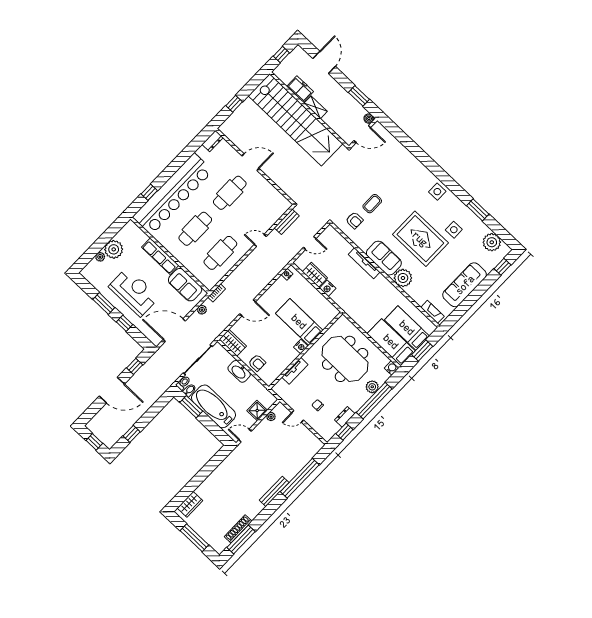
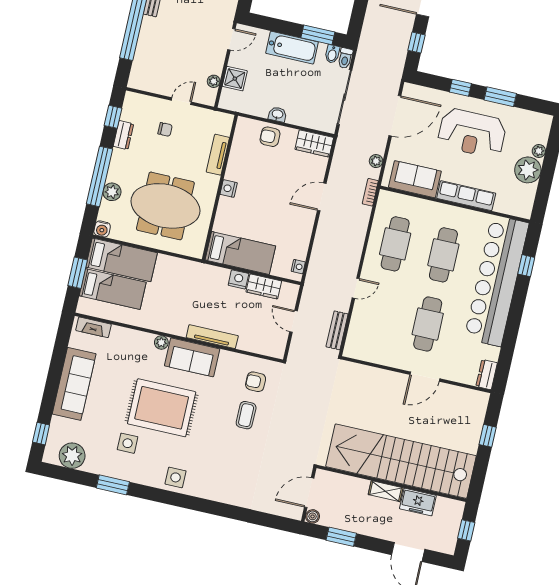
door: (310, 243) -> (293, 321), hinge flipped
plant: (403, 278) -> (161, 342), width x0.53, depth x0.53
bed: (299, 322) -> (240, 253), moved
washbasin: (239, 371) -> (277, 114), width x0.52, depth x0.69
bathtub: (214, 406) -> (292, 48), width x0.73, depth x0.73

